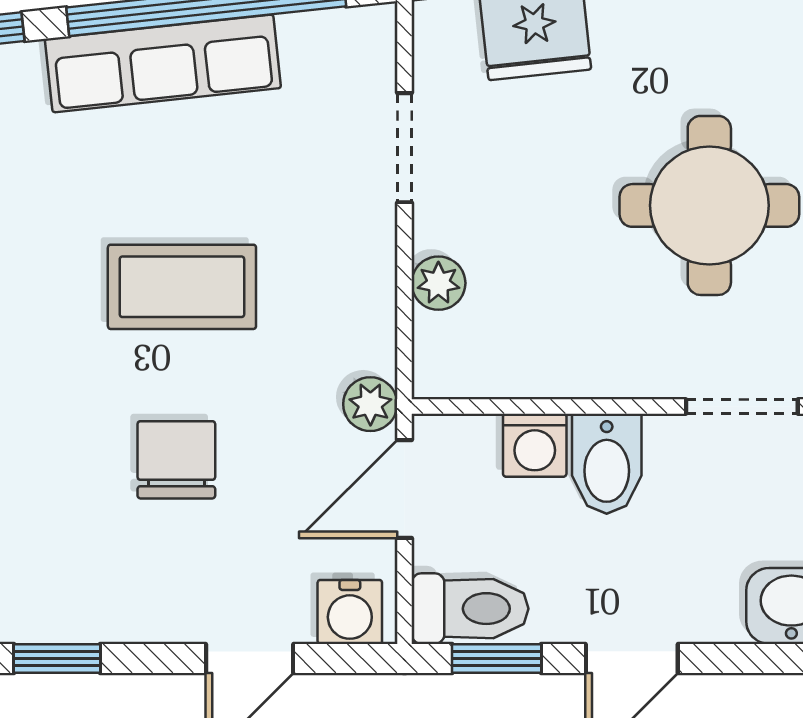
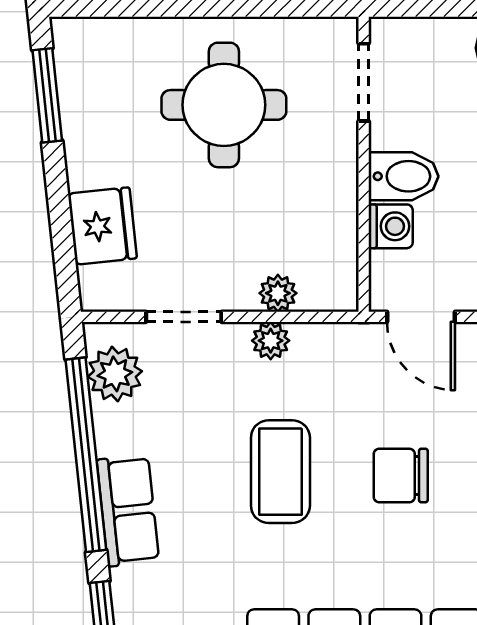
plant: (322, 49) -> (115, 374), added
row of seats: (163, 63) -> (128, 511), width x0.68
plant: (370, 404) -> (271, 341), moved

